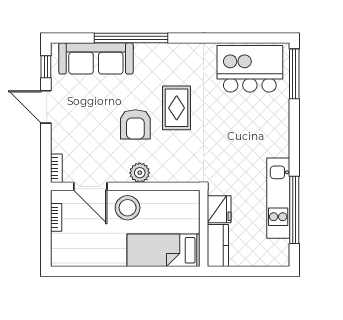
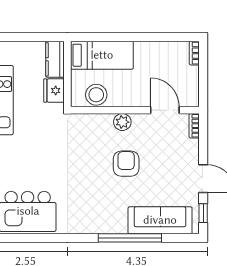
rug: (177, 108) -> (91, 178), removed
stool: (128, 208) -> (96, 95), moved
bookcase: (56, 217) -> (194, 53), moved

